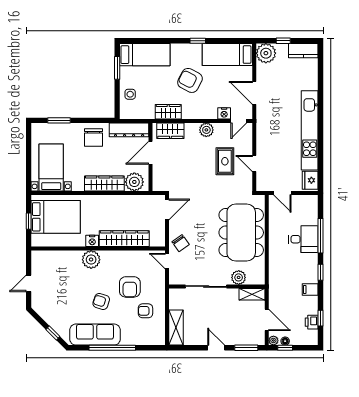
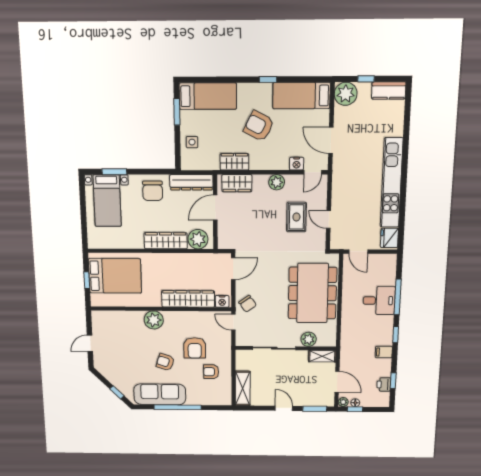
bed with nightstands: (51, 167) -> (107, 201), moved, turned 180
nightstand: (92, 241) -> (222, 301), moved

